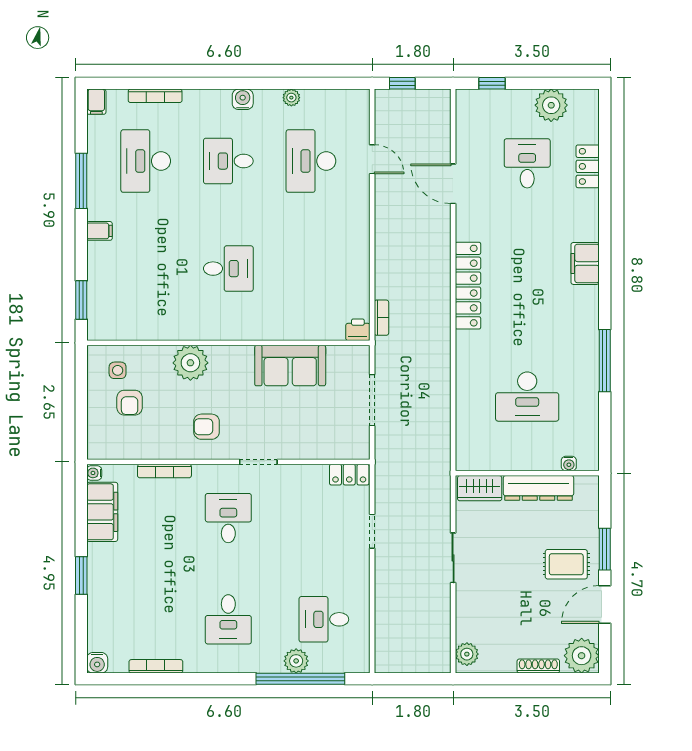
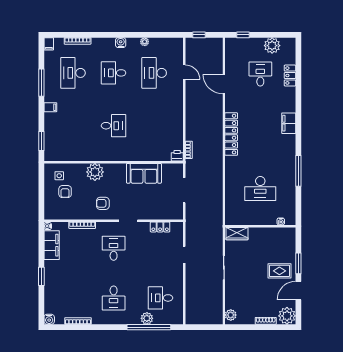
locker: (349, 475) -> (160, 227), moved
dresser: (539, 488) -> (266, 233), removed

